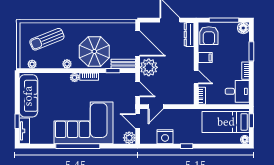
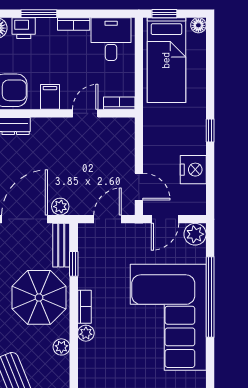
printer: (243, 43) -> (24, 28), added
plant: (149, 67) -> (60, 207), width x0.53, depth x0.53
window: (78, 146) -> (210, 297), moved

